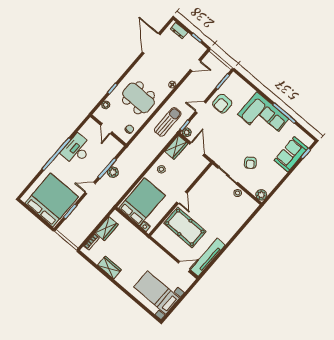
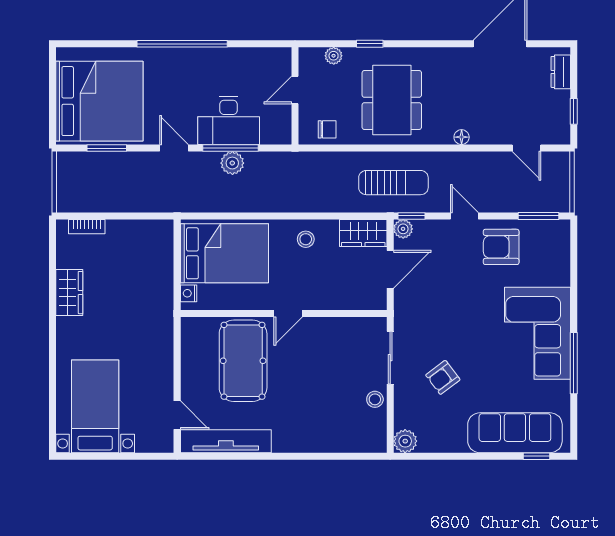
desk: (77, 150) -> (229, 120), moved, turned 180
sofa: (291, 154) -> (515, 433), width x1.36
wardrobe: (107, 229) -> (130, 233), removed

